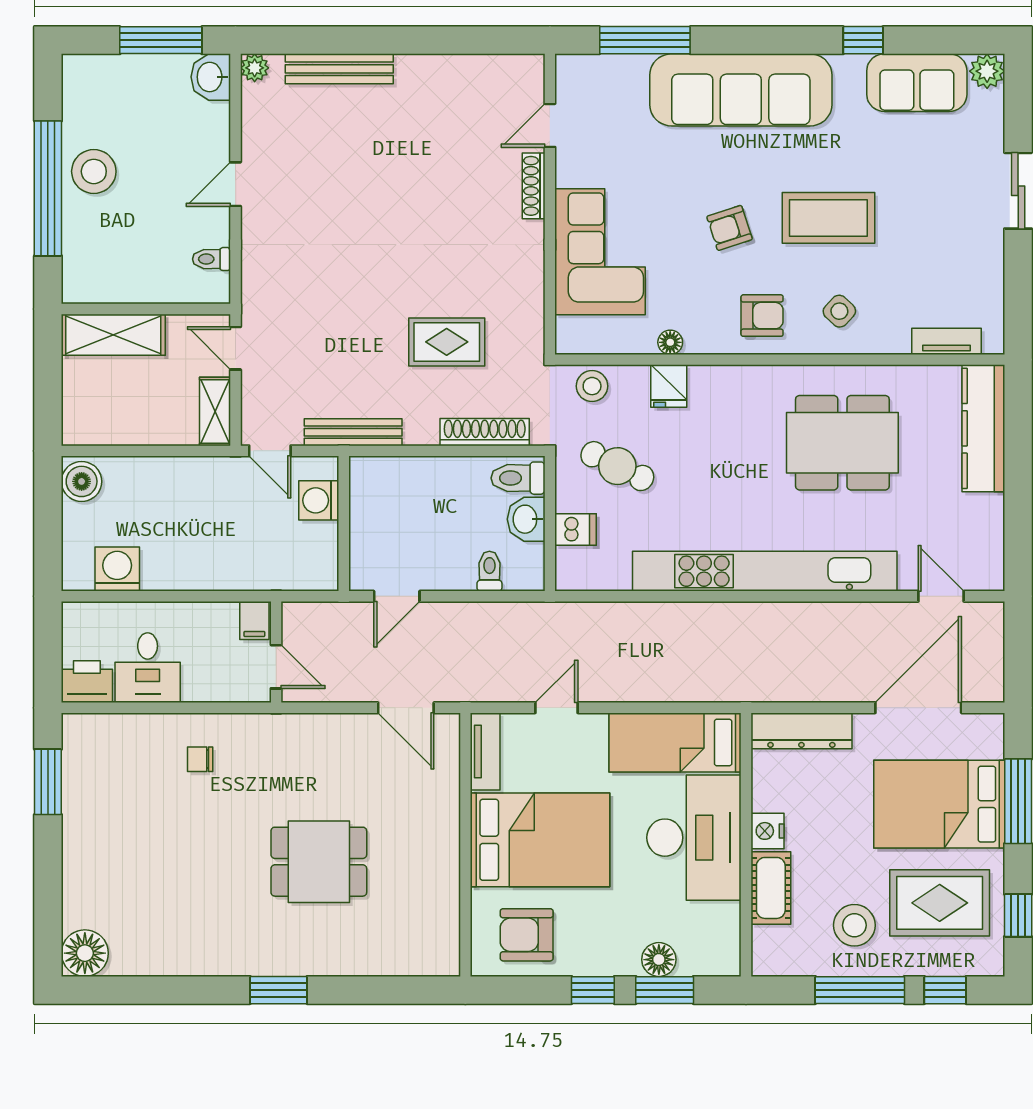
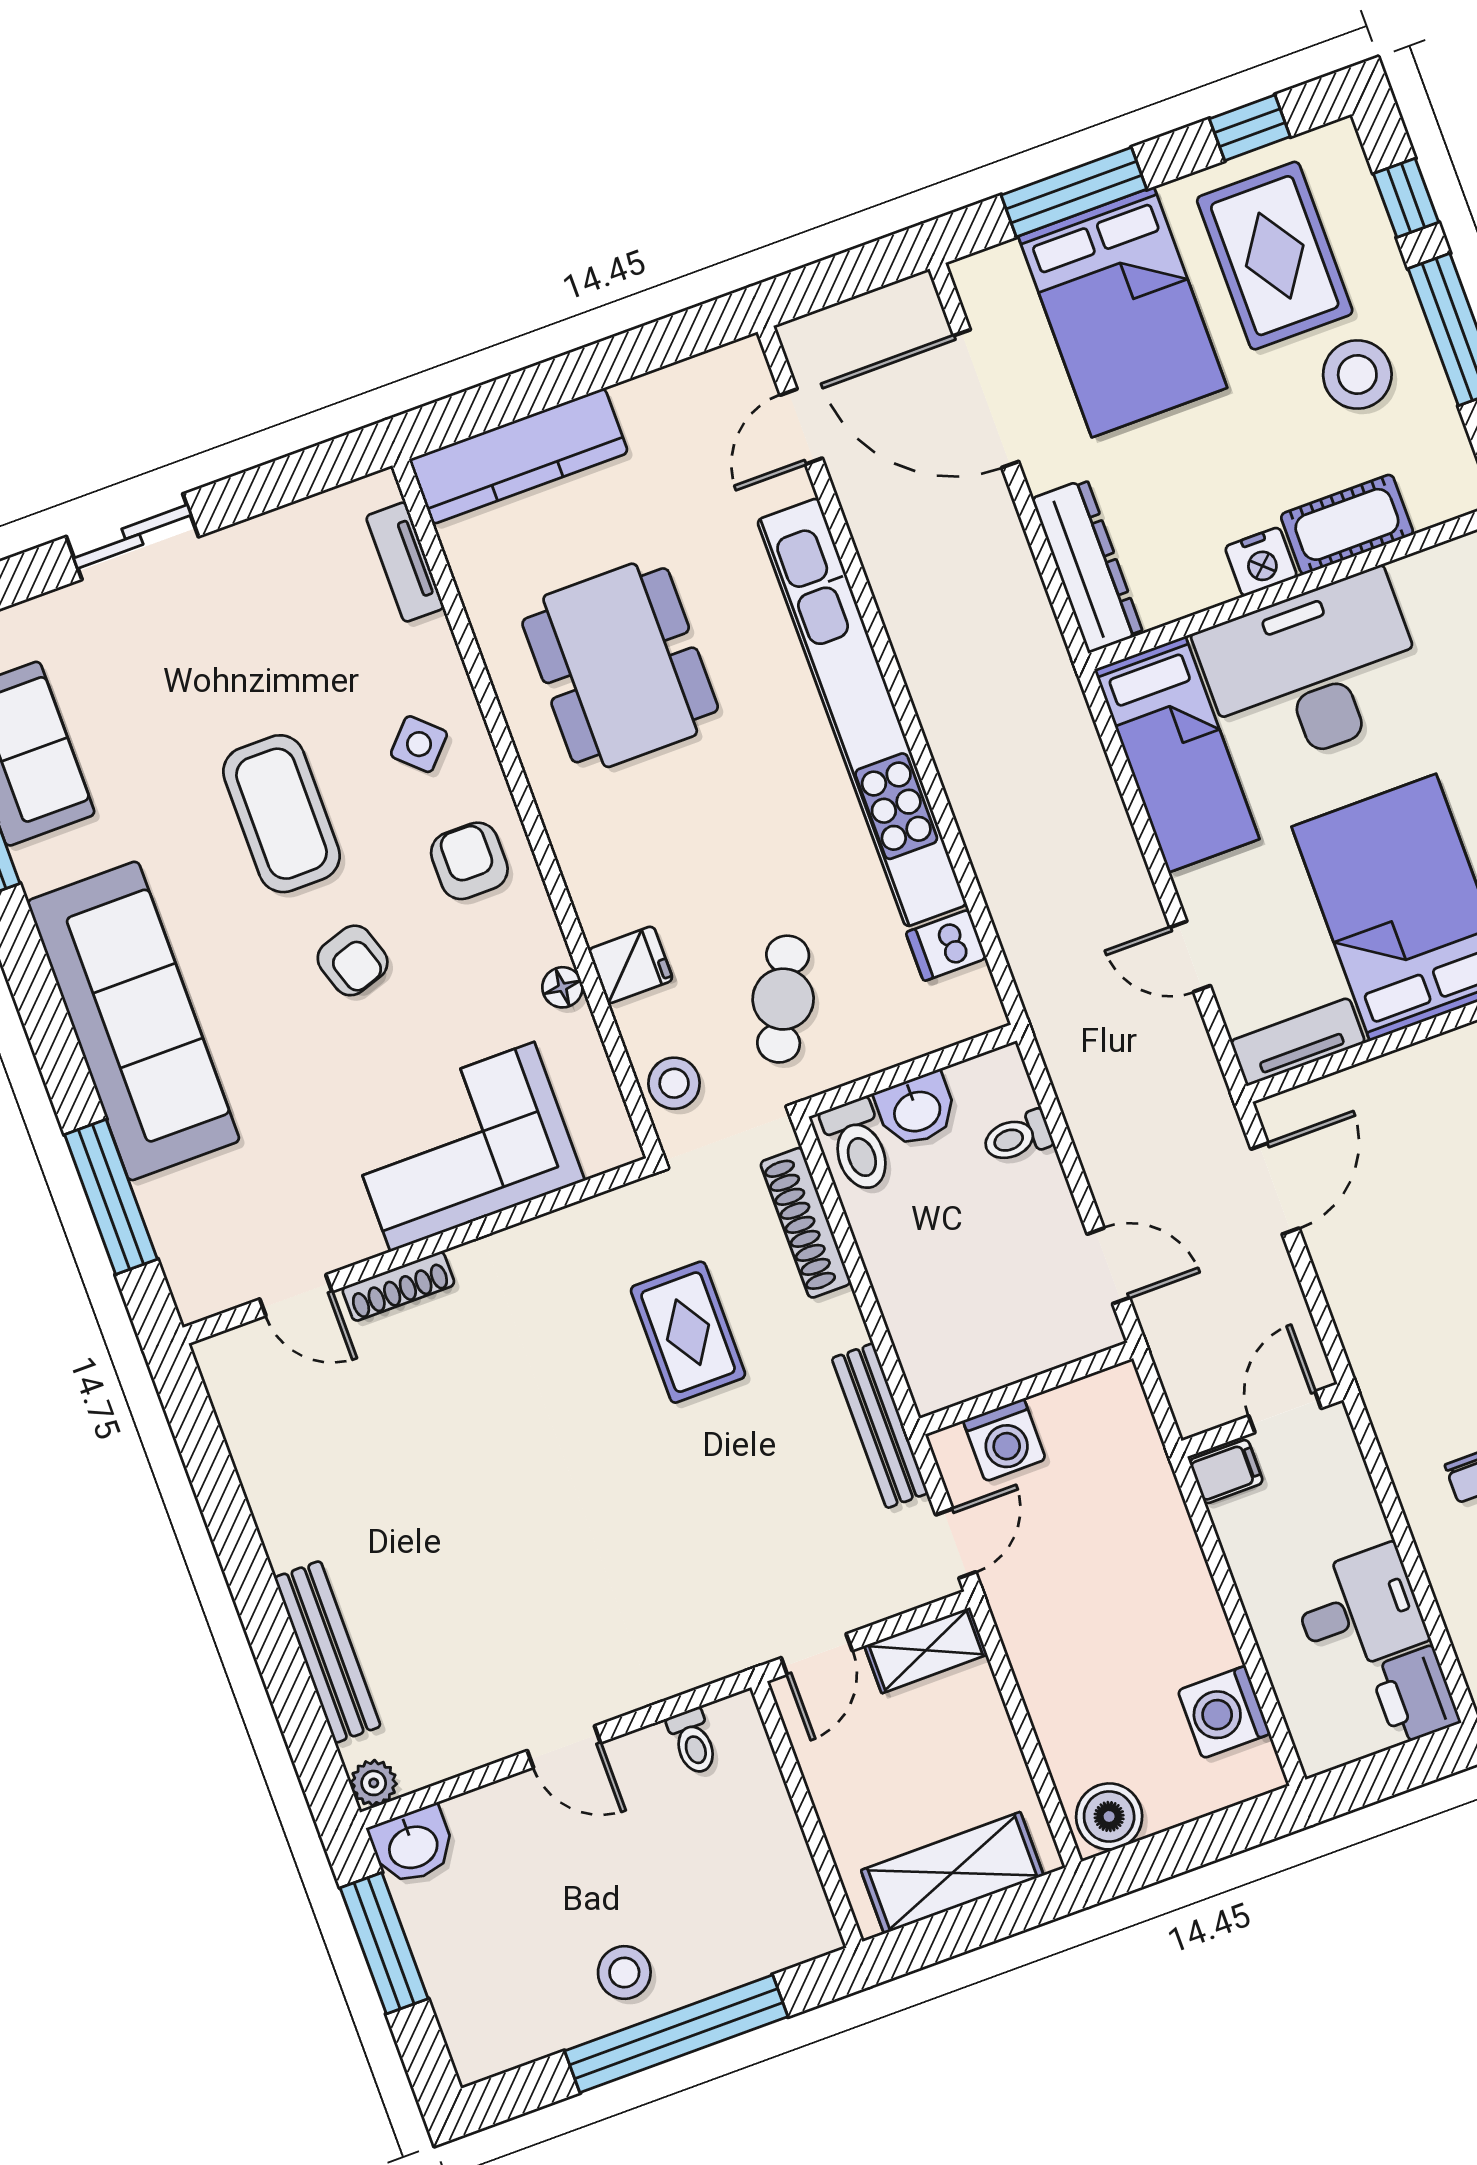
stool: (94, 171) -> (624, 1973), width x0.73, depth x0.73
shelving: (113, 335) -> (952, 1873), moved, turned 90
dishwasher: (576, 529) -> (946, 945), moved, turned -90

